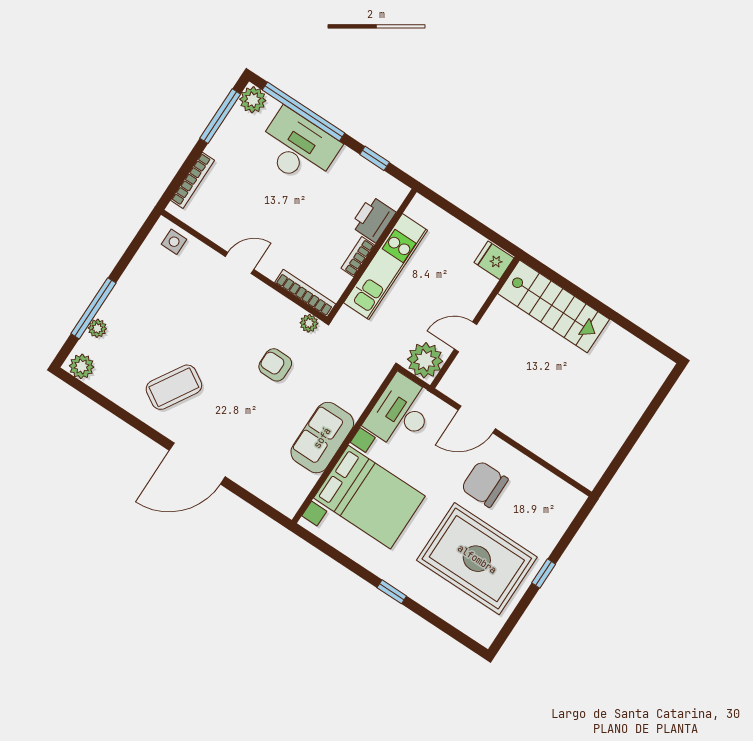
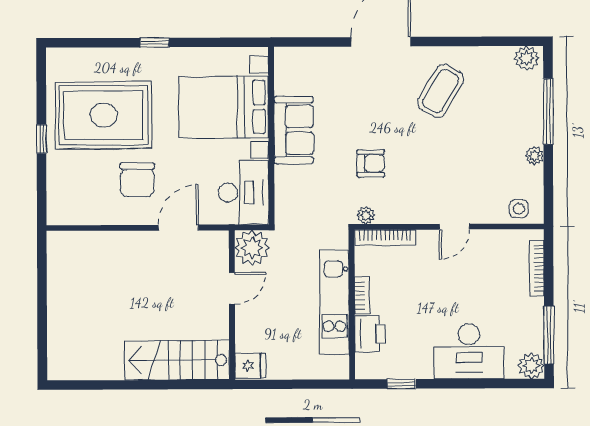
window: (303, 111) -> (484, 384), removed
plant: (97, 328) -> (534, 156), moved
chair: (485, 484) -> (137, 180), turned 90

